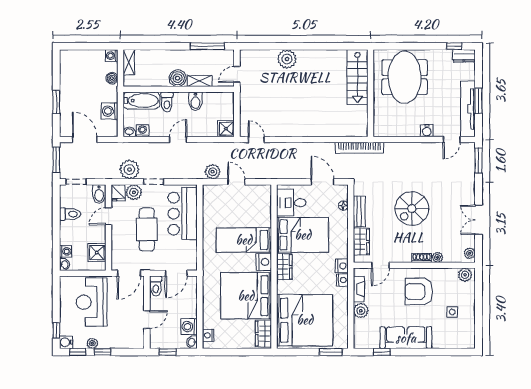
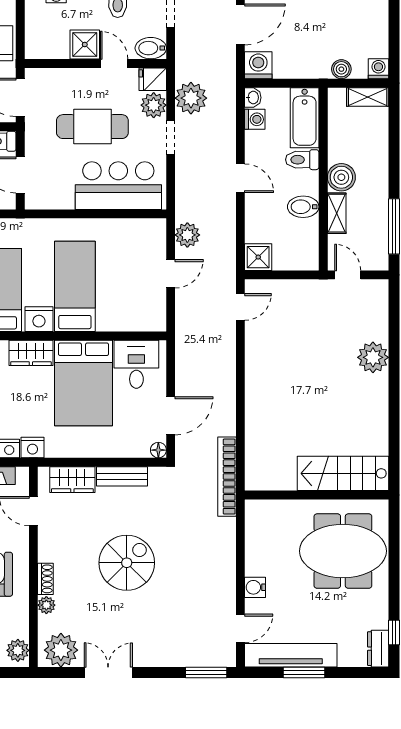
washing machine: (110, 111) -> (258, 65), moved
door: (452, 140) -> (240, 628), swing flipped
floor lamp: (343, 205) -> (158, 450), moved
spiral stairs: (412, 209) -> (127, 563), turned 90
shower: (97, 253) -> (85, 44), moved
plant: (470, 253) -> (61, 650), width x1.88, depth x1.88

